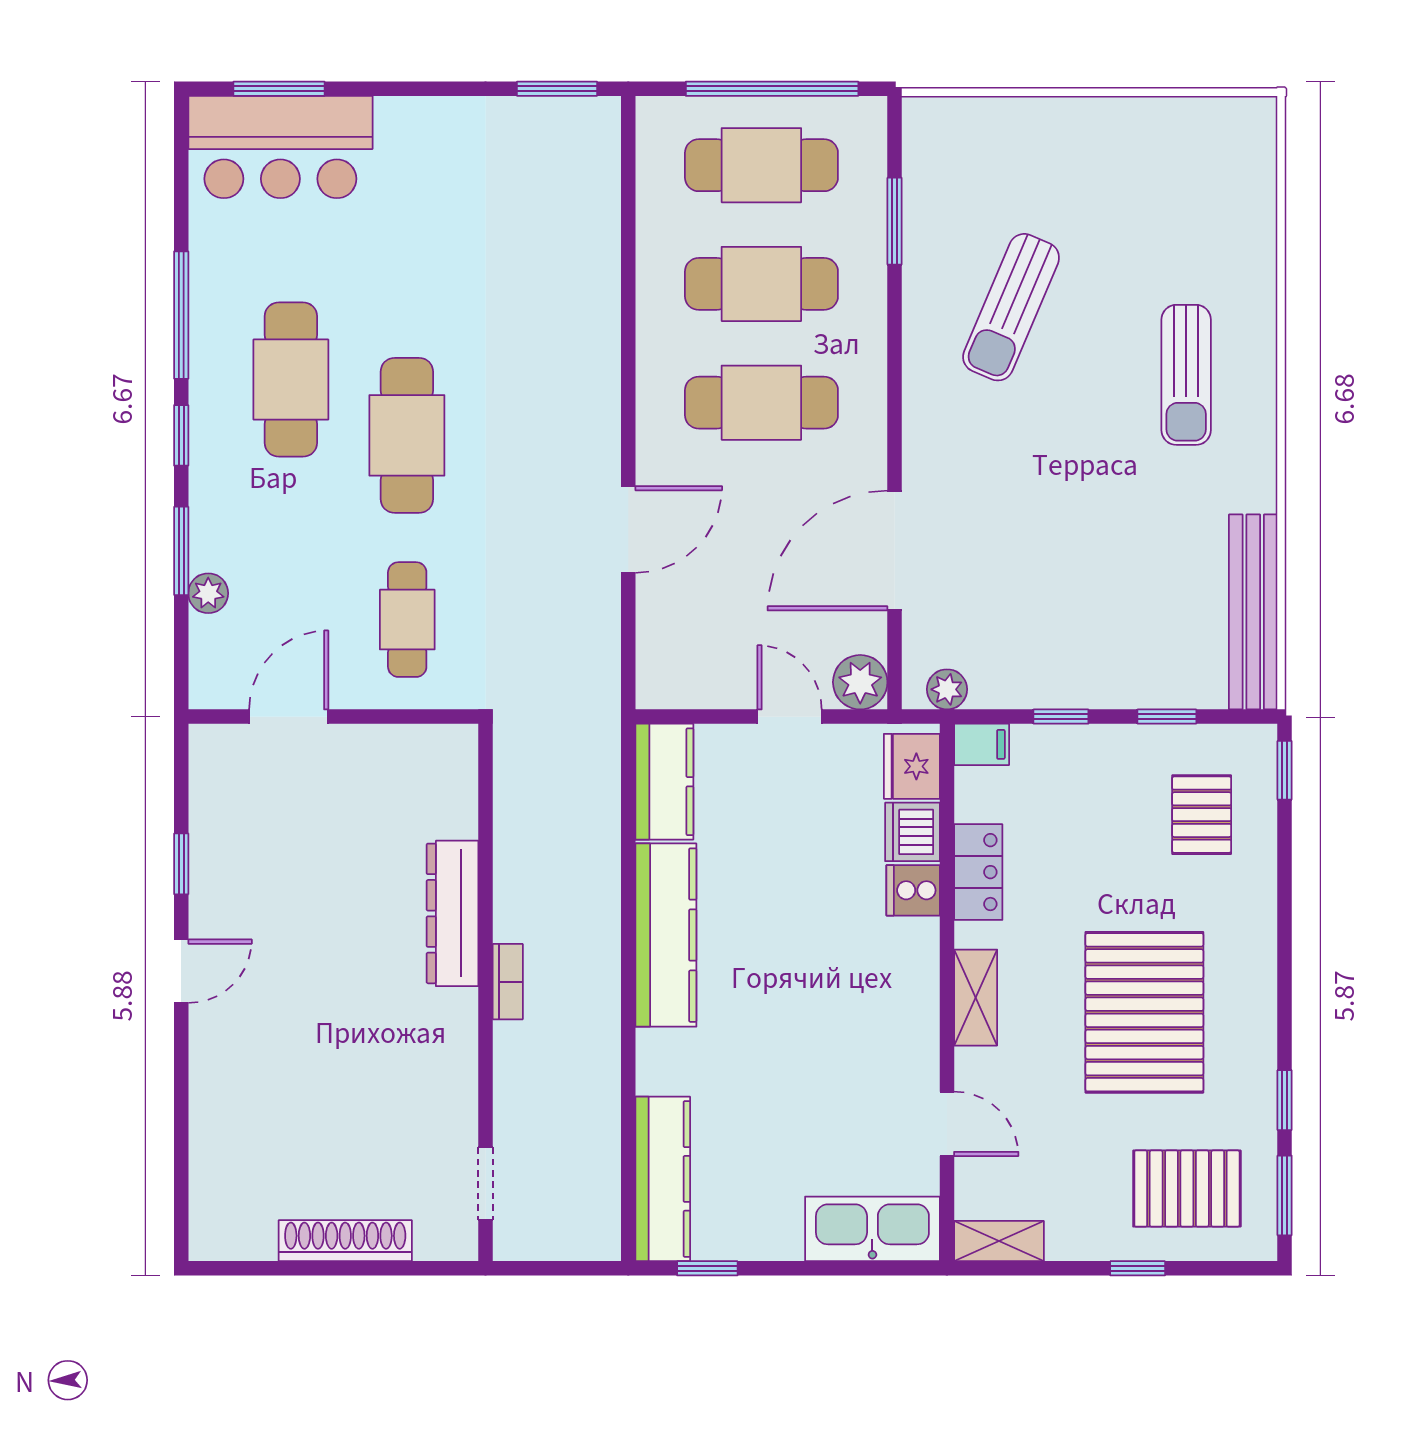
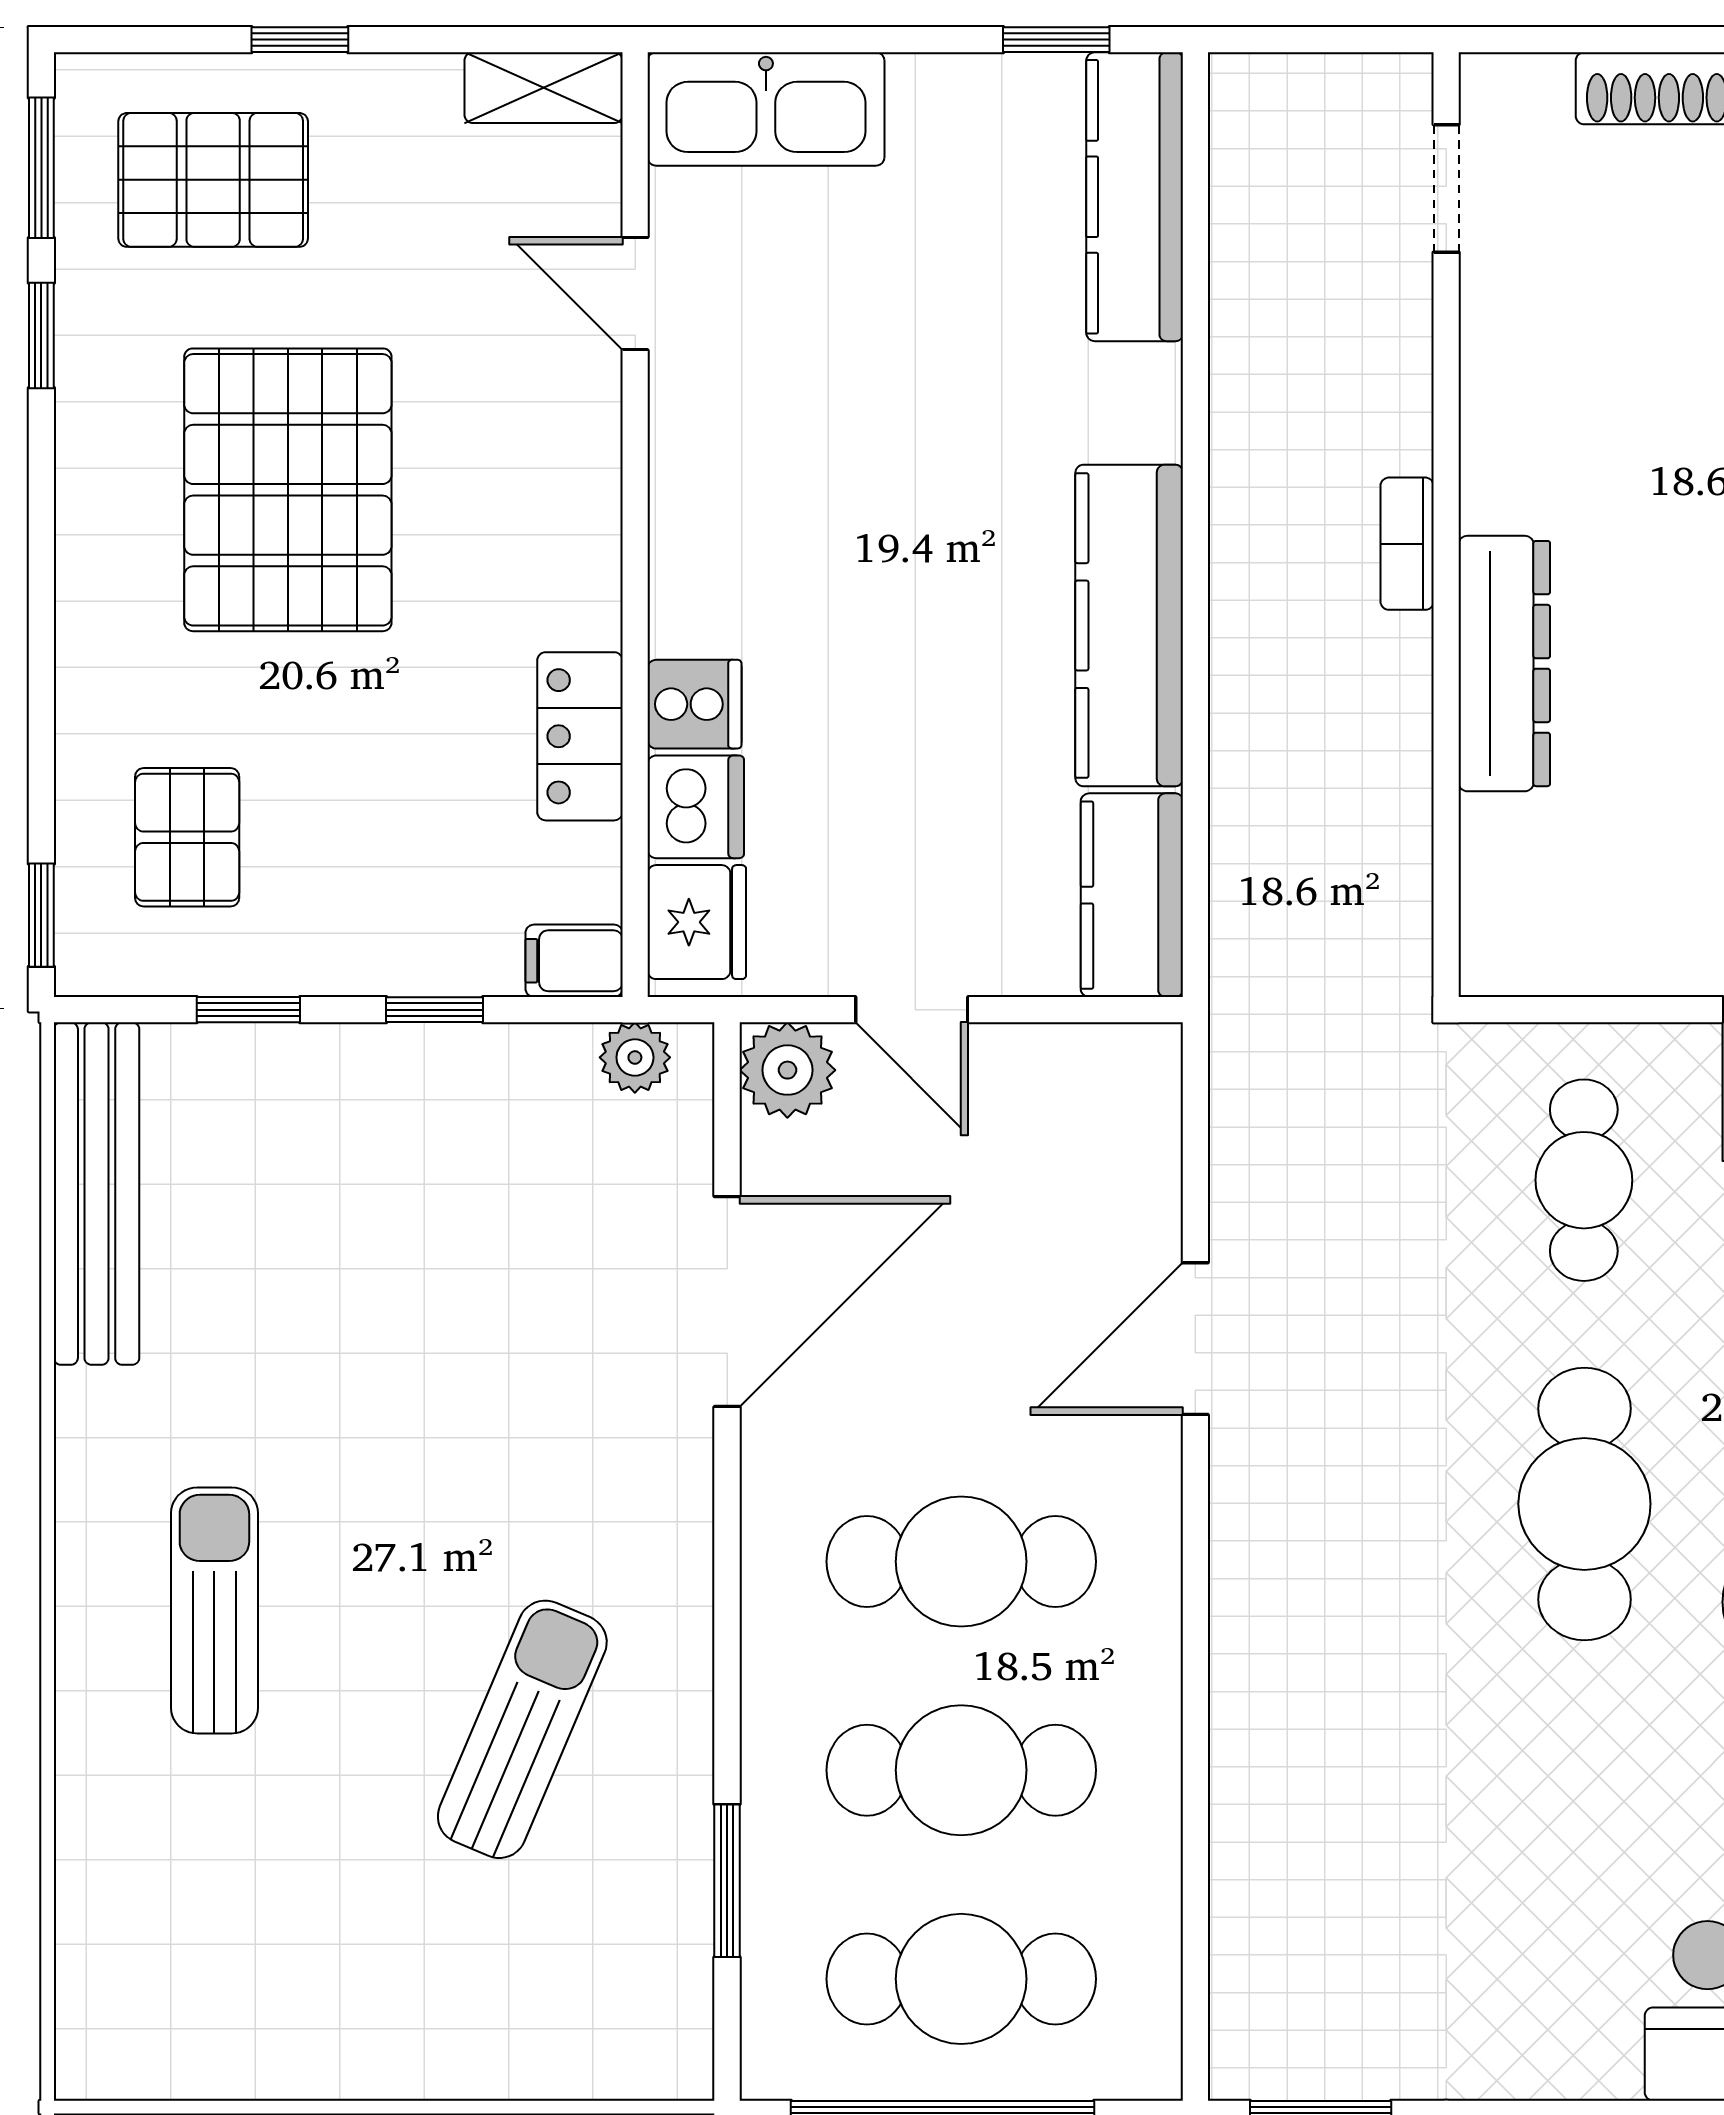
shelving: (976, 998) -> (585, 516), removed

